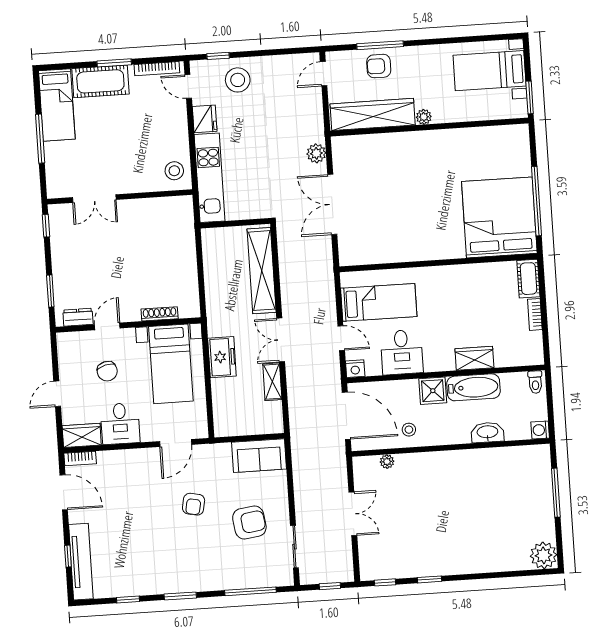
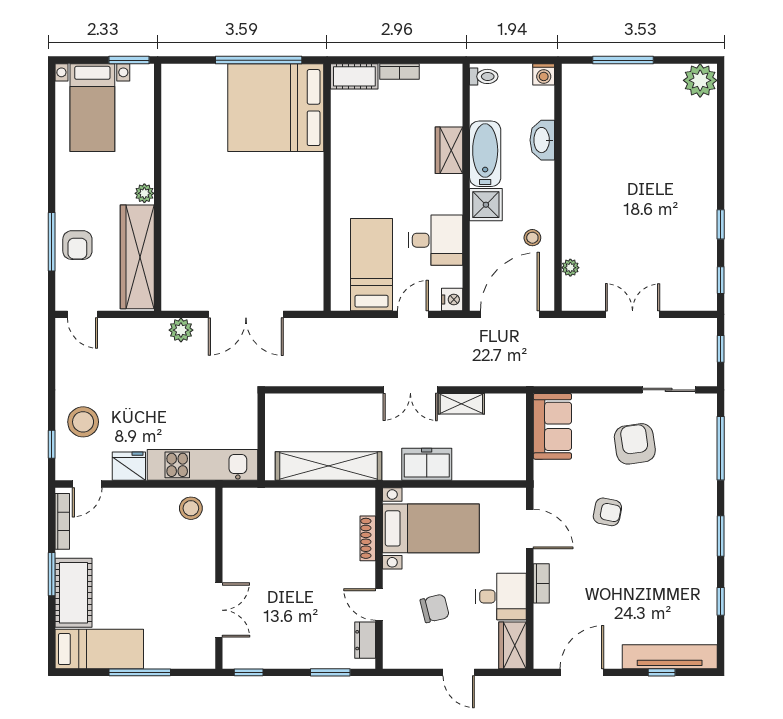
shelving: (262, 271) -> (329, 466), moved
bookcase: (80, 459) -> (541, 583), moved

